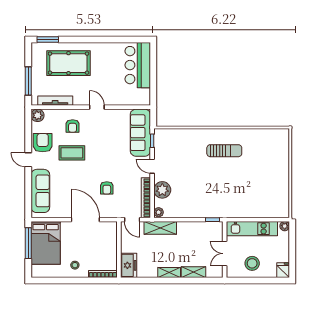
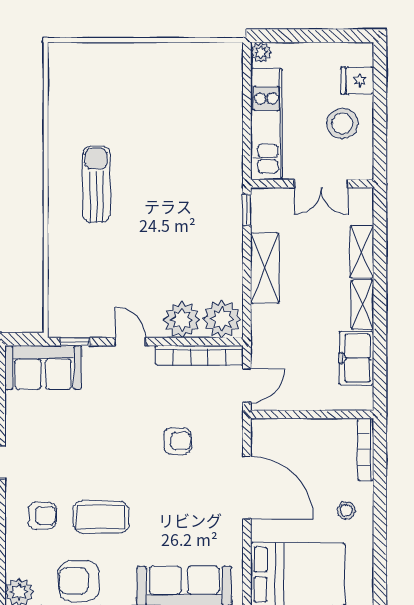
sofa: (140, 133) -> (43, 368), width x0.73
coffee table: (72, 153) -> (101, 517), turned 90
door: (152, 166) -> (130, 342), swing flipped
plant: (159, 212) -> (222, 319), width x1.87, depth x1.87
door: (85, 220) -> (247, 488), swing flipped
shelving: (160, 228) -> (265, 268), moved
freezer: (129, 265) -> (356, 358), moved, turned -90
fridge: (283, 270) -> (357, 81), moved

